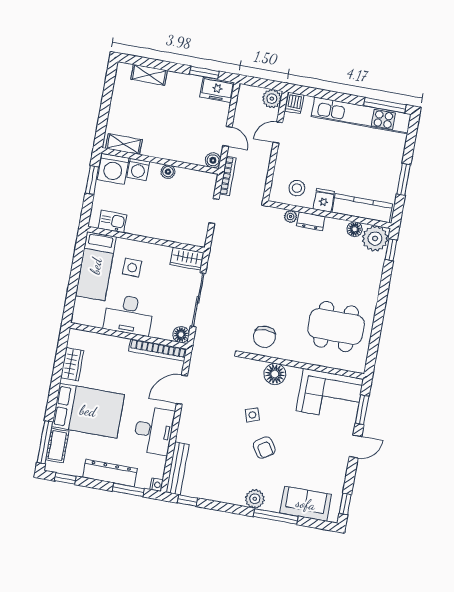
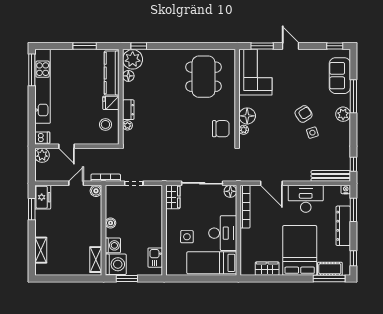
bed: (96, 266) -> (212, 263), moved, turned 180
plant: (258, 366) -> (244, 130), added
side table: (252, 415) -> (312, 133), moved

